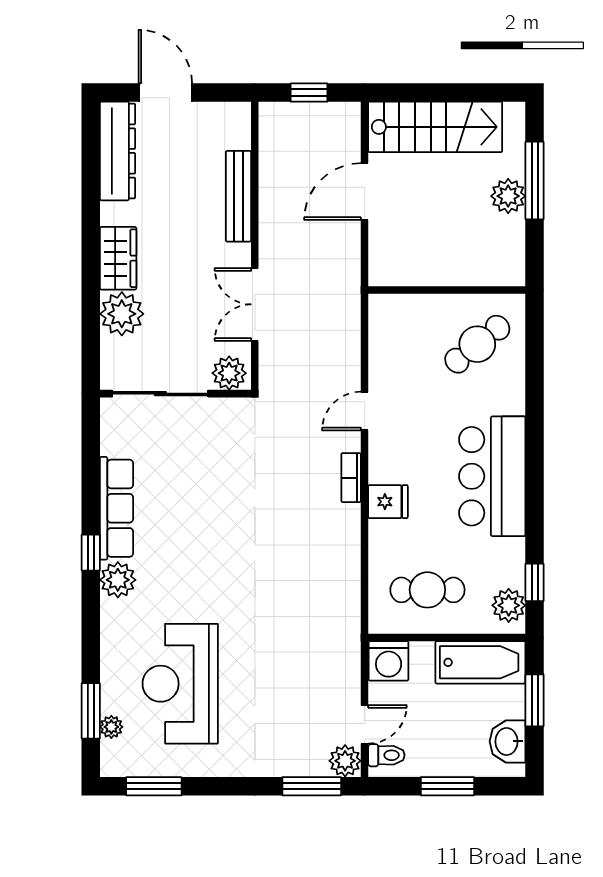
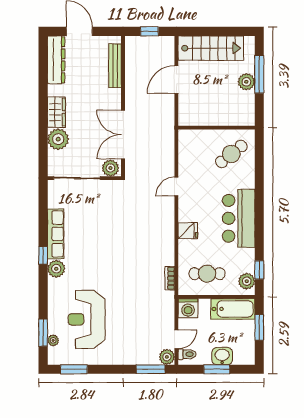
bench: (238, 196) -> (115, 66), moved
double door: (255, 304) -> (123, 135), width x1.37
bookcase: (351, 478) -> (170, 278), moved
washbasin: (508, 741) -> (222, 356), moved, turned 90

